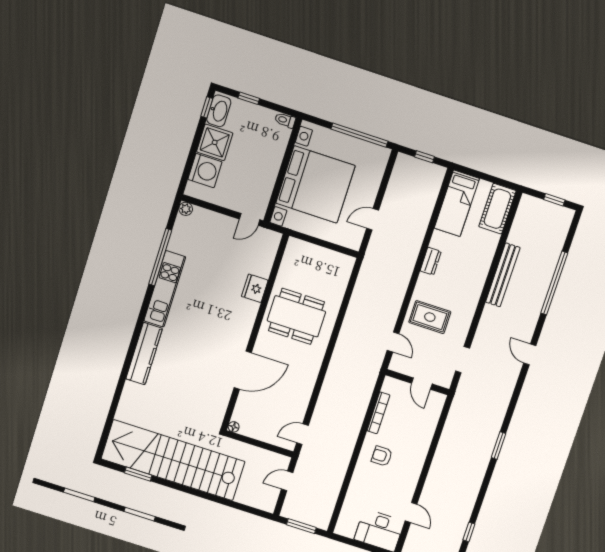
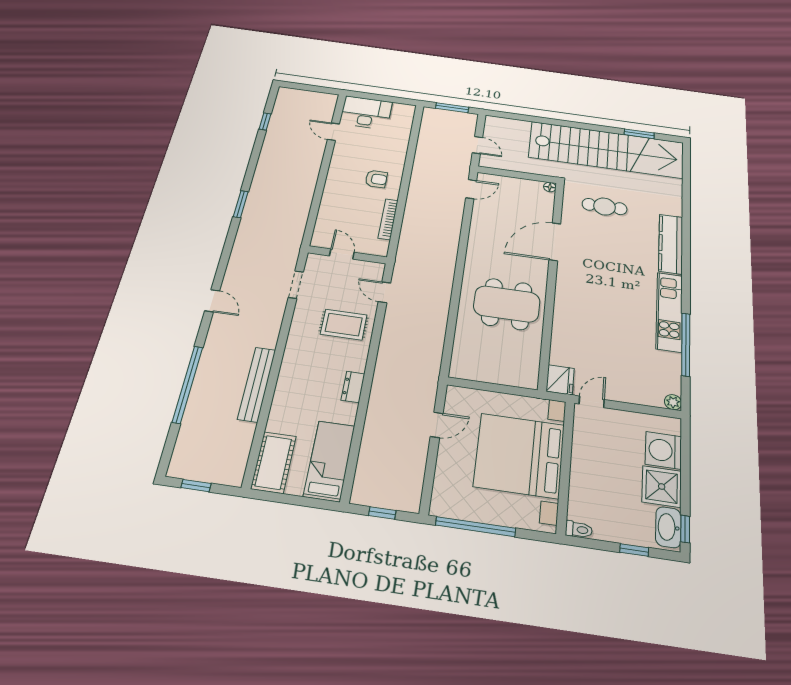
fridge: (255, 288) -> (560, 380), moved
cafe table: (191, 400) -> (605, 207), added
door: (287, 481) -> (477, 145), hinge flipped

